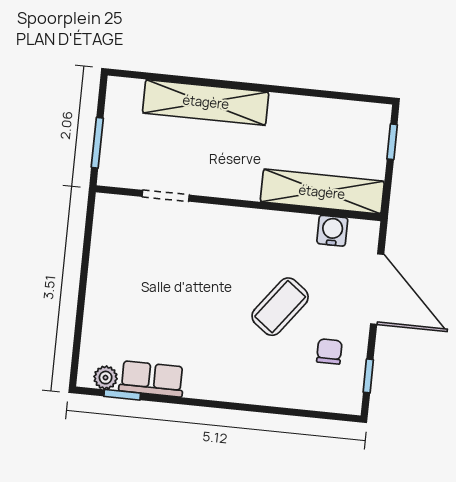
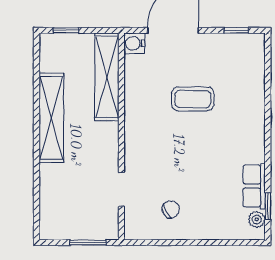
shelving: (206, 102) -> (51, 118), moved
water cooler: (332, 231) -> (134, 43), moved
coffee table: (280, 307) -> (193, 99), turned -37
chair: (329, 352) -> (171, 209), moved, turned 149

